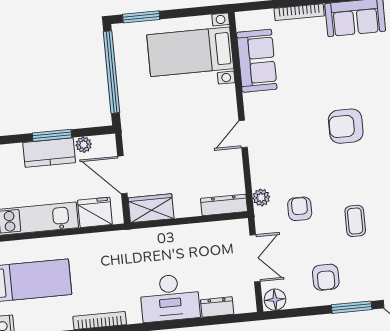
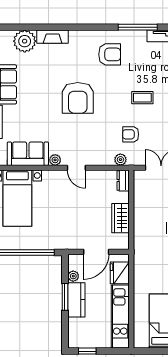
plant: (252, 102) -> (55, 160), added
armchair: (346, 126) -> (78, 98), width x1.36, depth x1.36
dresser: (224, 205) -> (123, 181), width x0.70
wardrobe: (151, 208) -> (121, 218), moved

